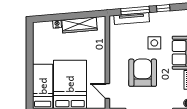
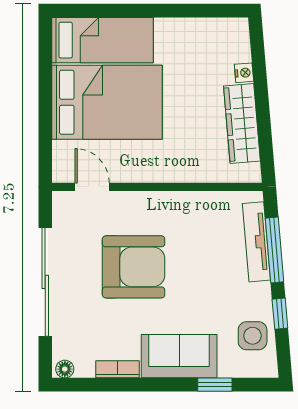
side table: (154, 43) -> (253, 336), moved
door: (107, 91) -> (92, 187), hinge flipped

